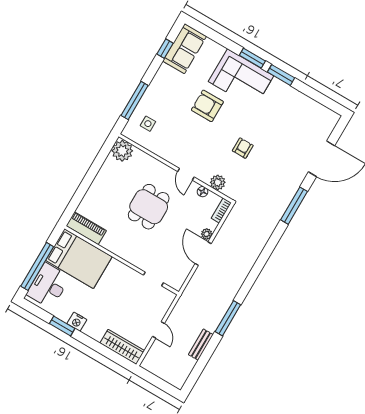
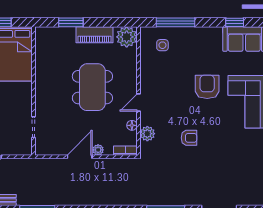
window: (81, 192) -> (71, 22), added
dining table: (149, 207) -> (92, 87), width x1.38
piano: (86, 228) -> (95, 35), moved, turned 90

